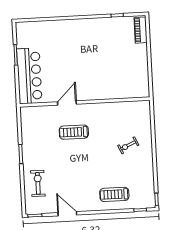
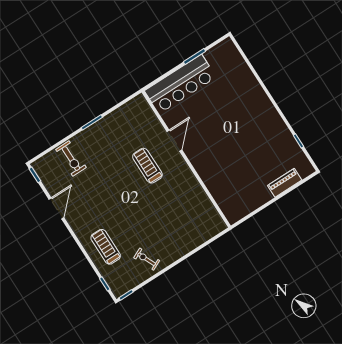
piano: (141, 30) -> (285, 183), moved
door: (67, 103) -> (174, 141), hinge flipped
exercise bike: (128, 145) -> (147, 259), moved
exercise bike: (38, 183) -> (71, 159), turned 90

